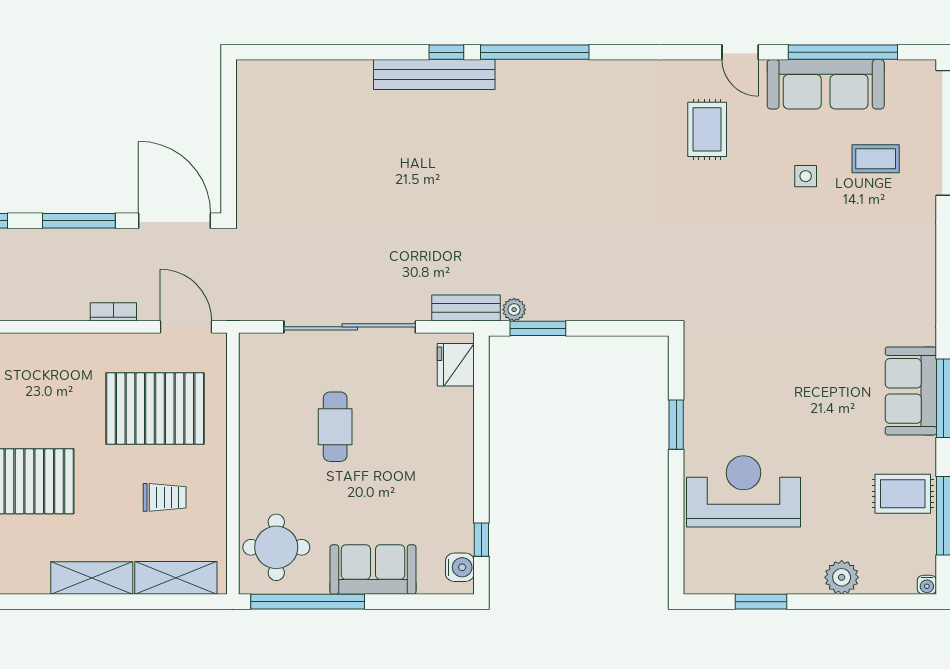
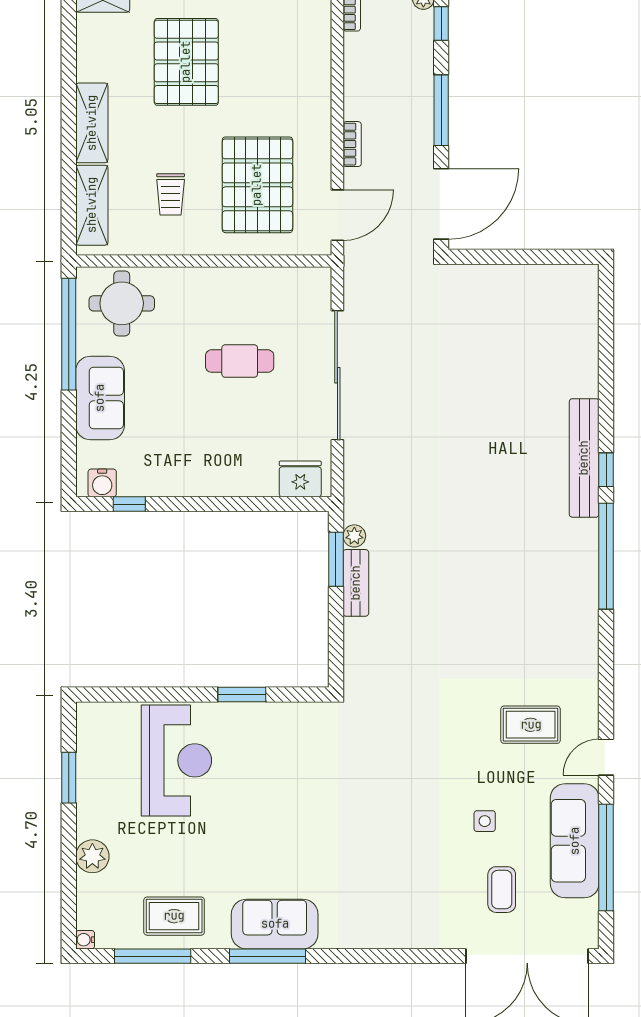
bench: (466, 308) -> (356, 583), moved
rug: (903, 494) -> (174, 916), turned 90

